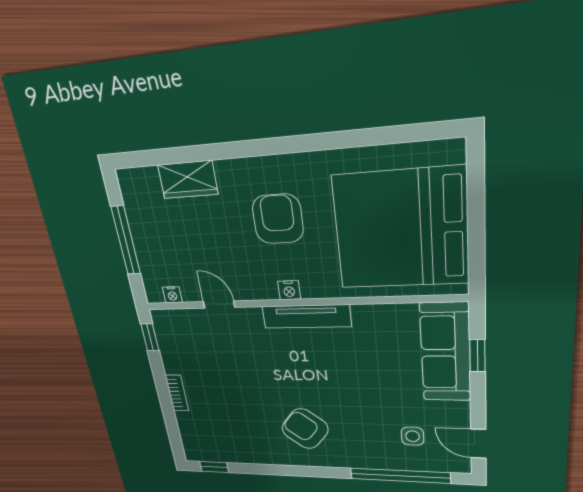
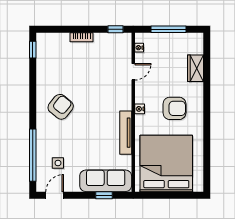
tv unit: (306, 316) -> (126, 133), moved

